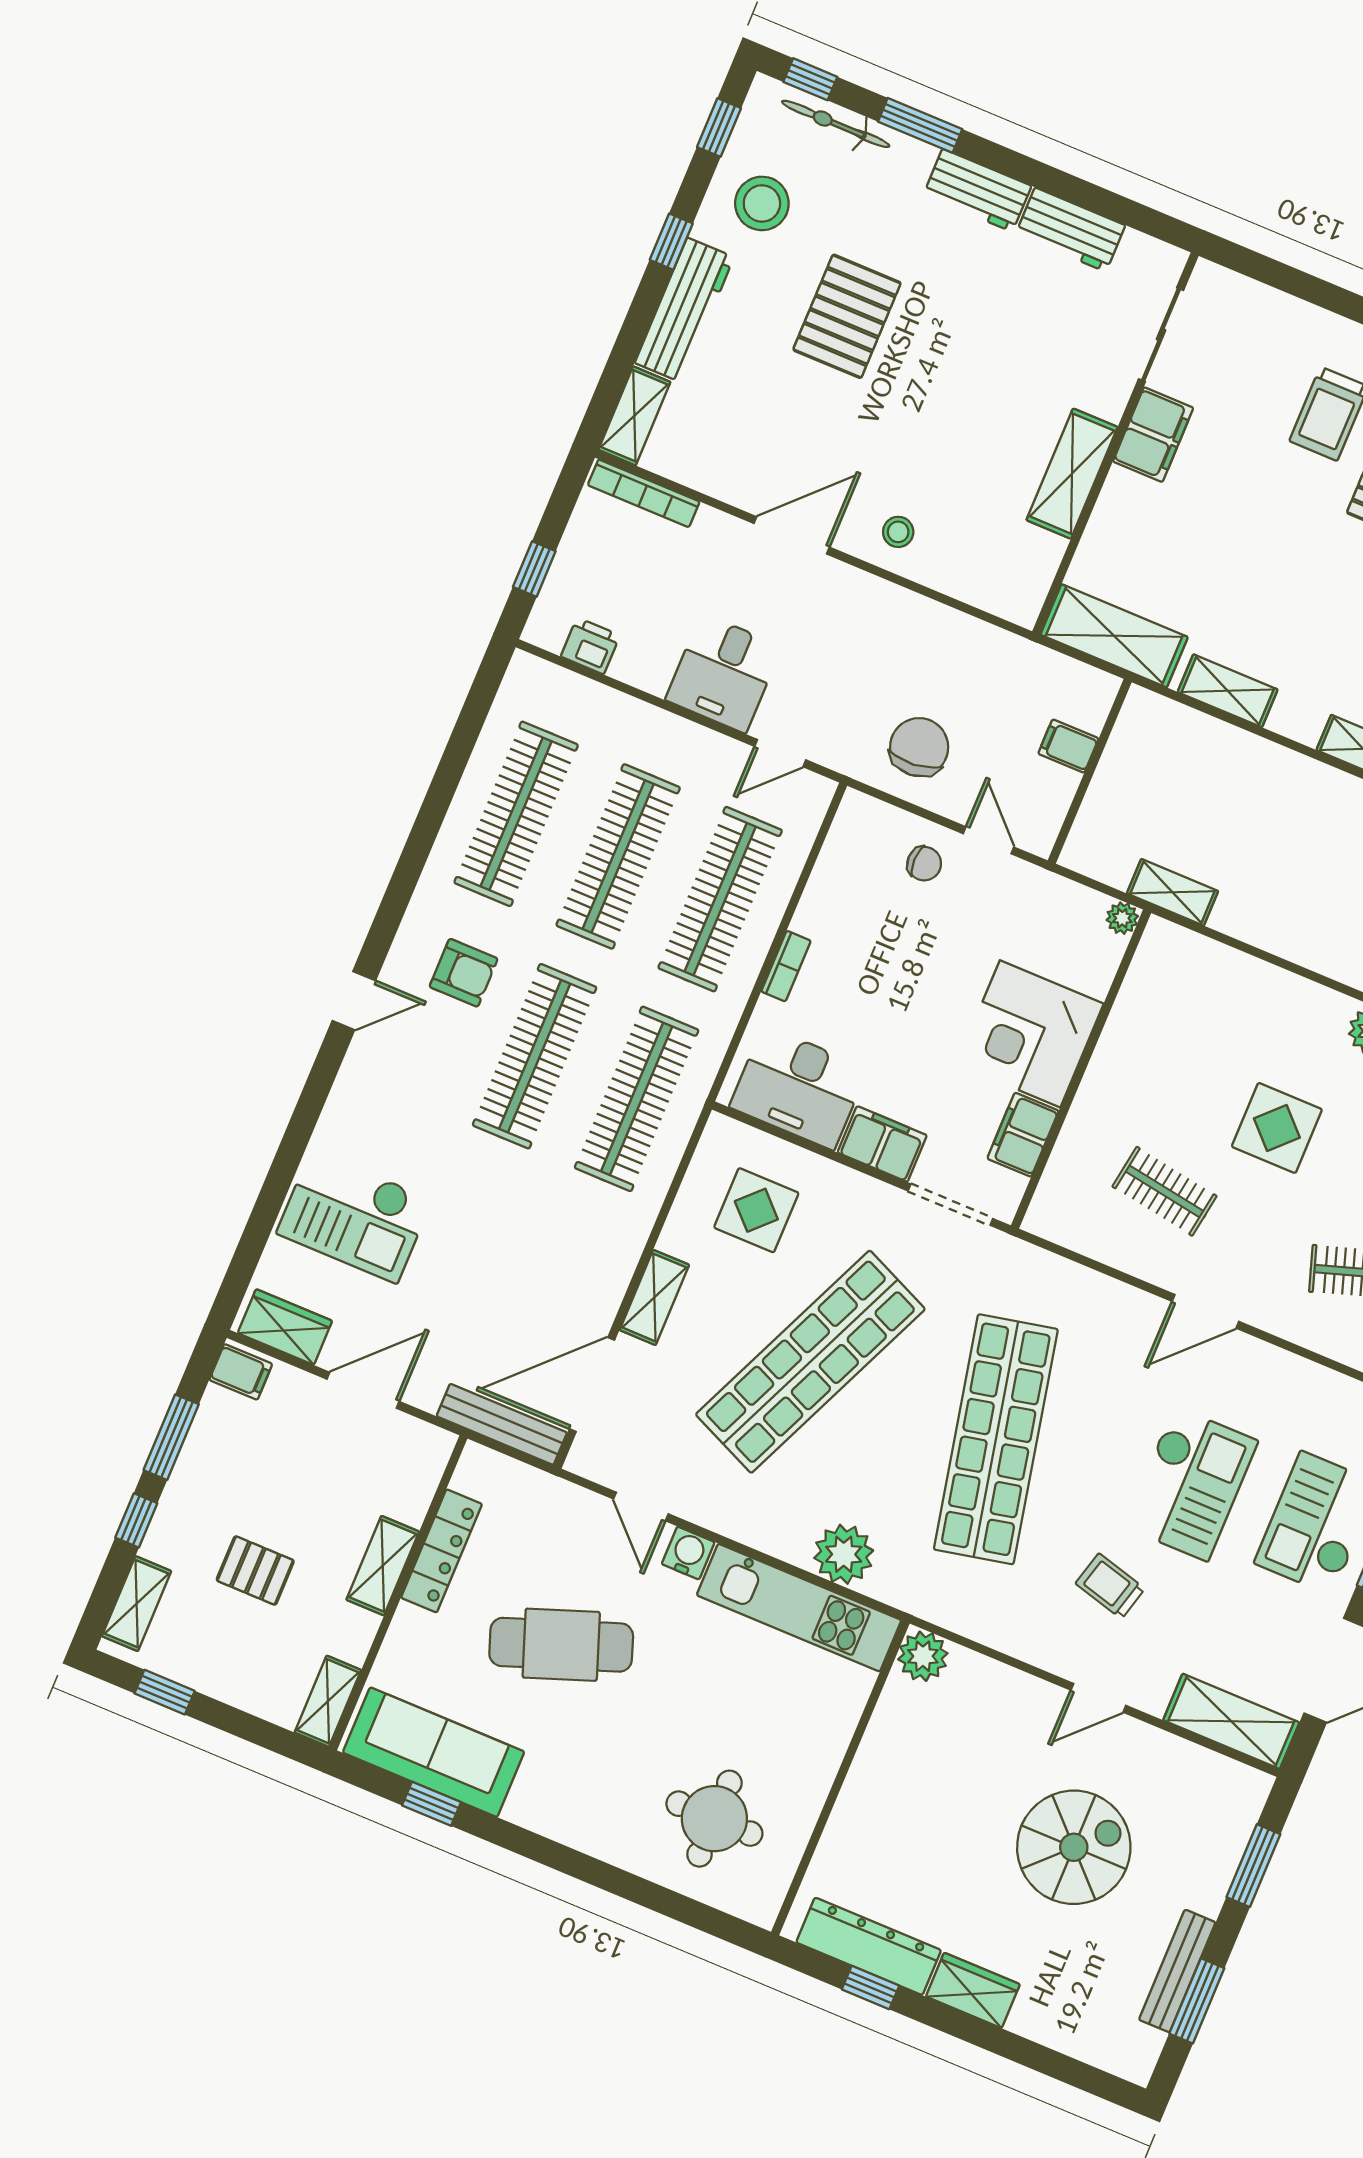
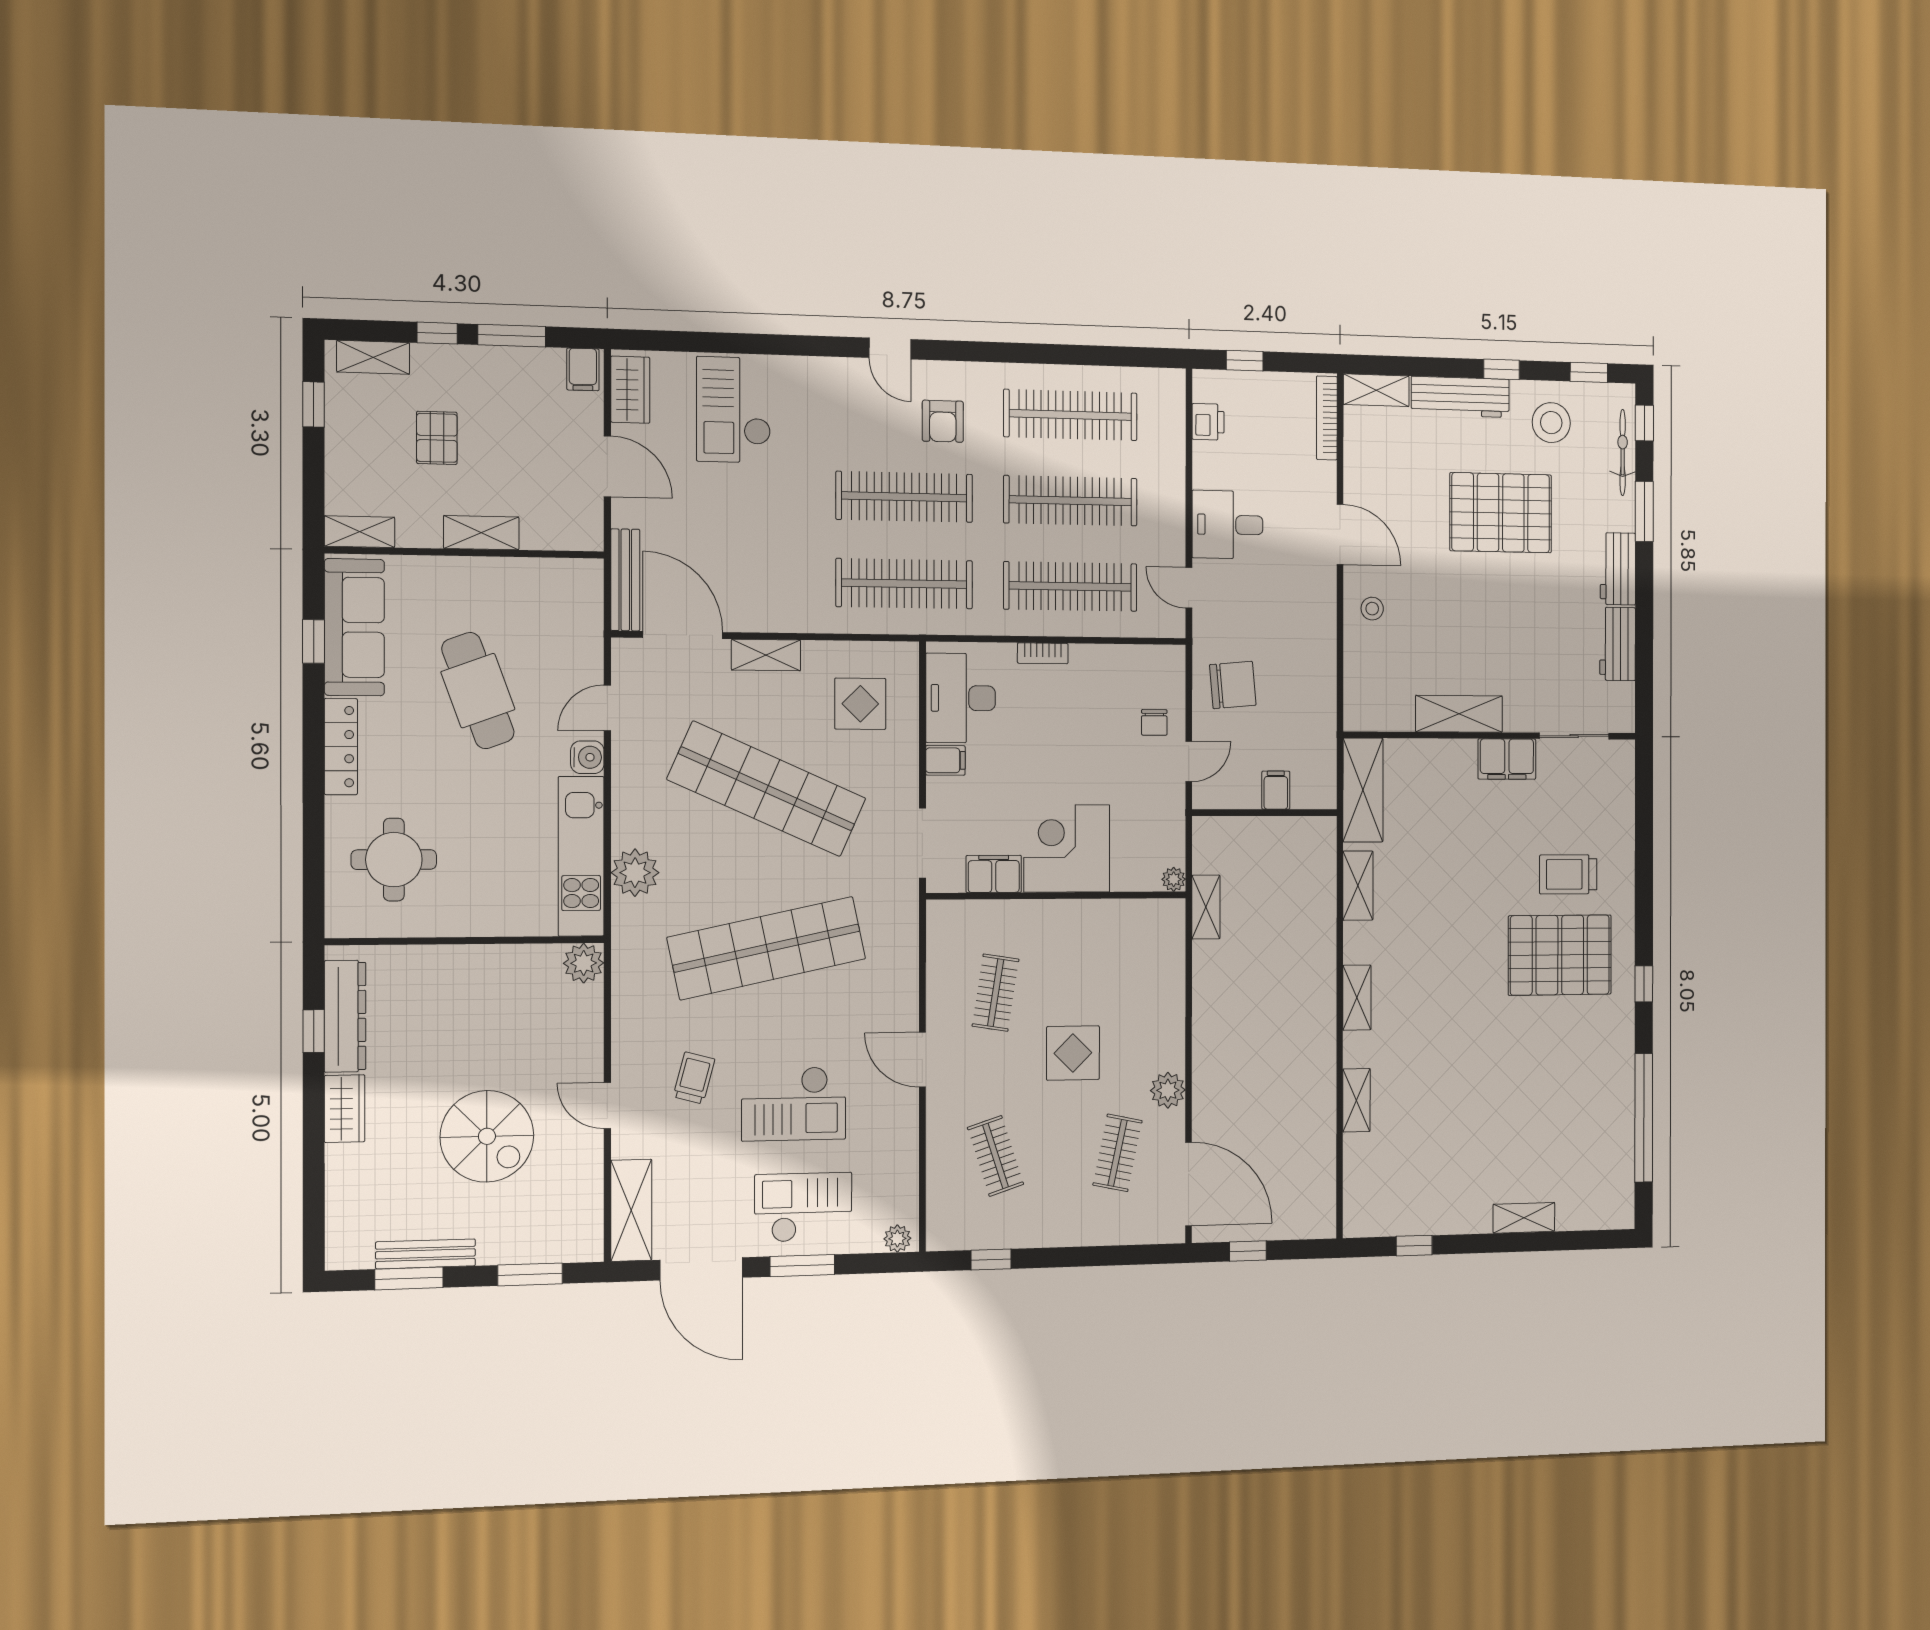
pallet: (847, 316) -> (1501, 513), width x1.37, depth x1.41
filing cabinet: (882, 1144) -> (945, 760), width x0.50
locker: (442, 1551) -> (341, 747), moved, turned -90

